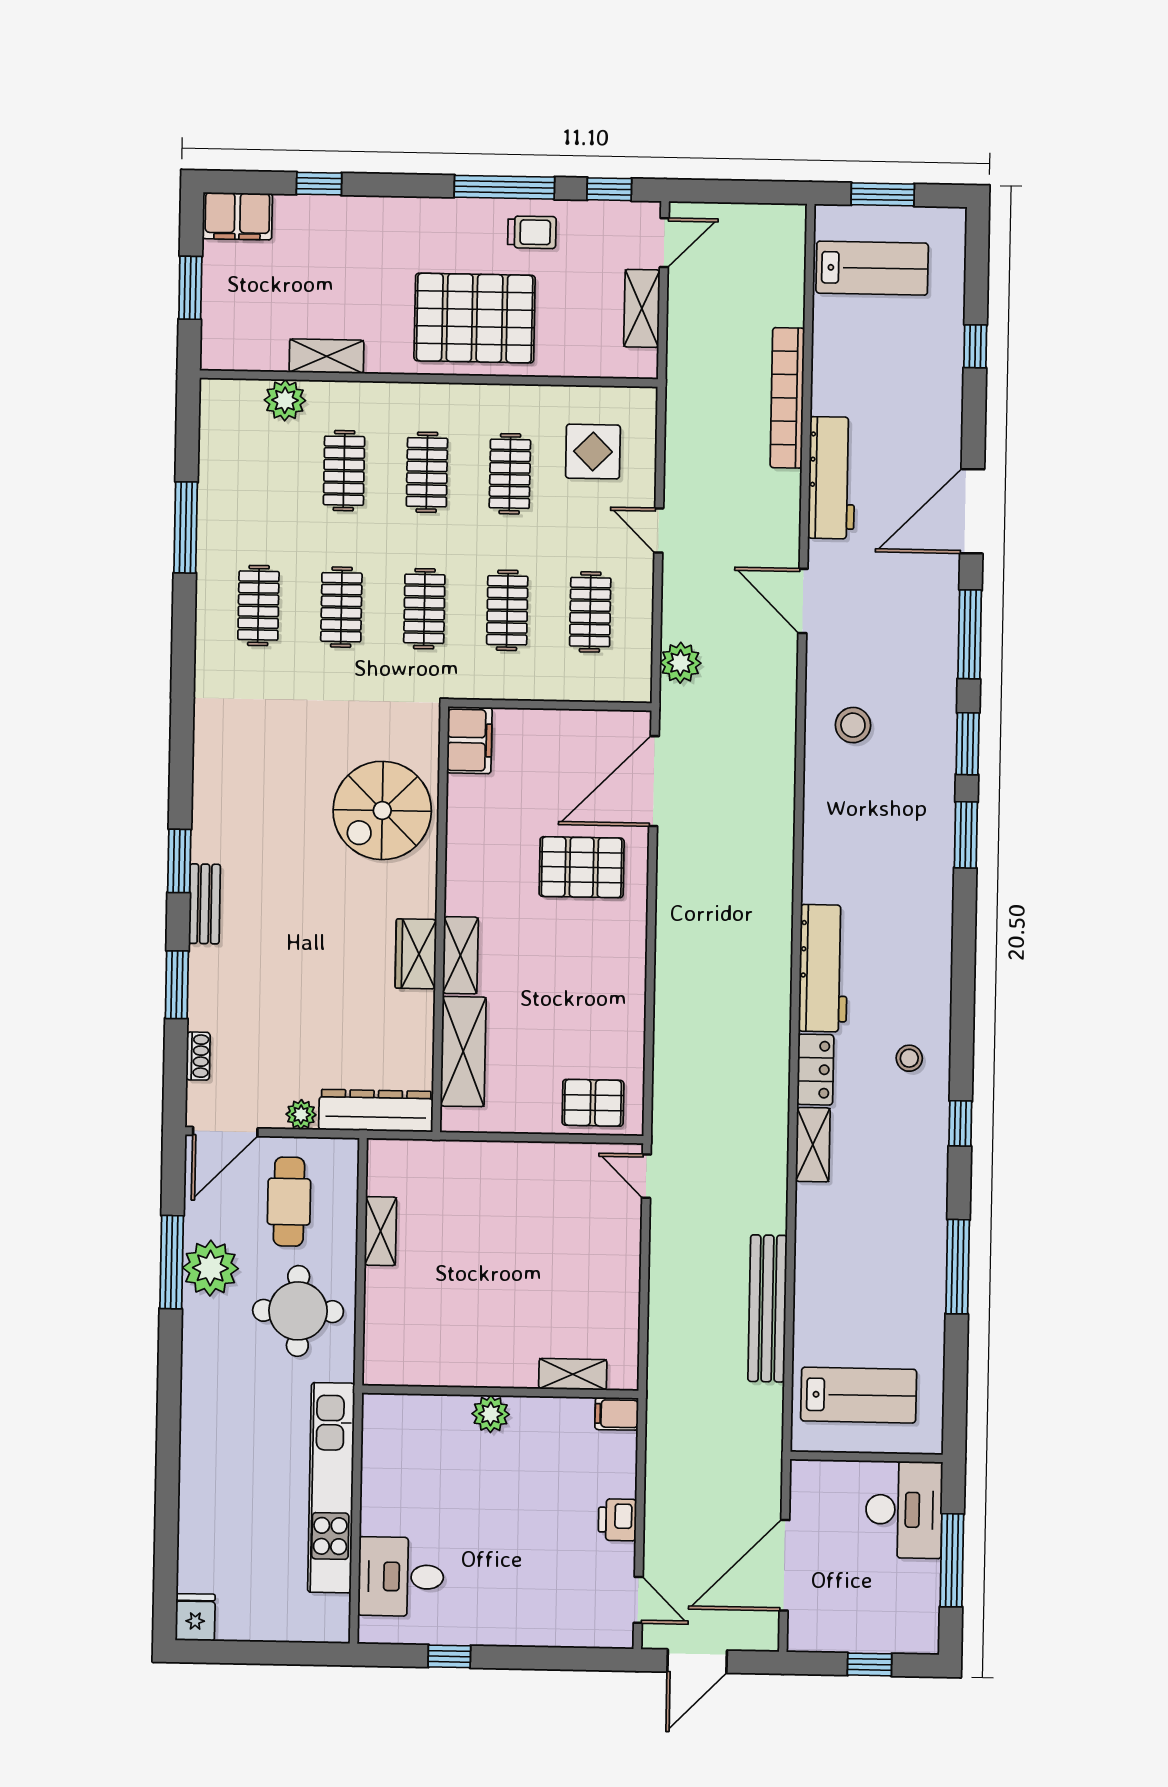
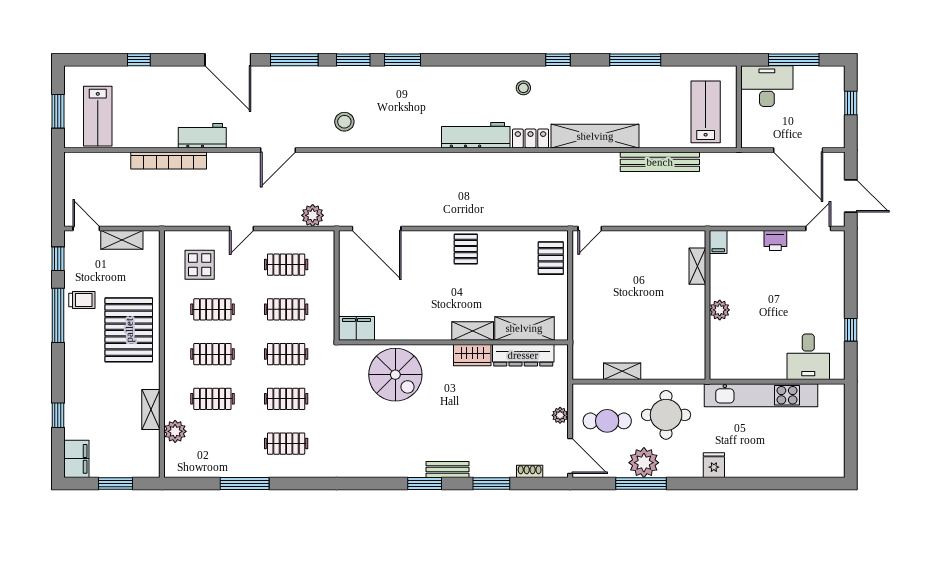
trolley: (532, 232) -> (82, 300), turned 90
lab bench: (872, 268) -> (98, 116), turned 180
workbench: (832, 478) -> (202, 136), width x0.73
pallet: (582, 867) -> (466, 249), moved, width x0.67, depth x0.71
dresser: (376, 1111) -> (523, 355), moved, turned -90
shelving: (813, 1145) -> (595, 136), width x2.20, depth x1.33
fridge: (195, 1617) -> (714, 465), moved, turned 90

